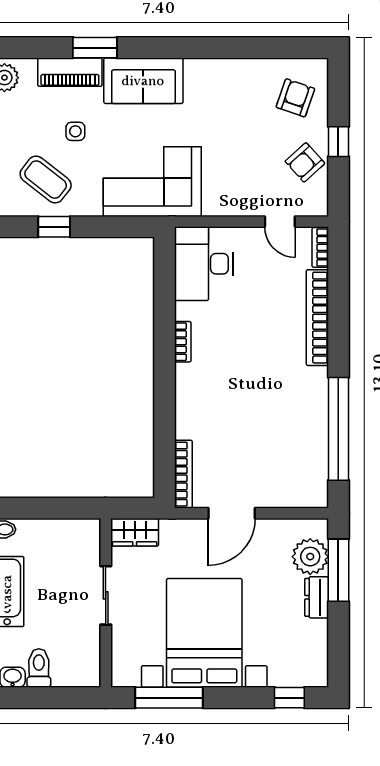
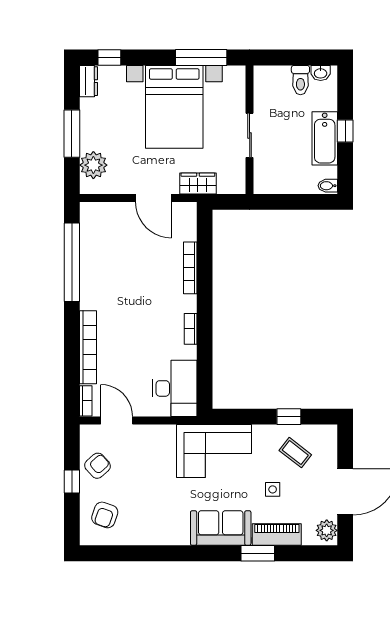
coffee table: (46, 180) -> (295, 453), width x0.73, depth x0.77
door: (280, 222) -> (117, 420), width x1.38
bookcase: (183, 474) -> (190, 268), moved
door: (232, 513) -> (153, 198), swing flipped
wardrobe: (135, 532) -> (198, 184), moved
window: (338, 570) -> (72, 134), moved
dresser: (317, 597) -> (89, 81), moved

